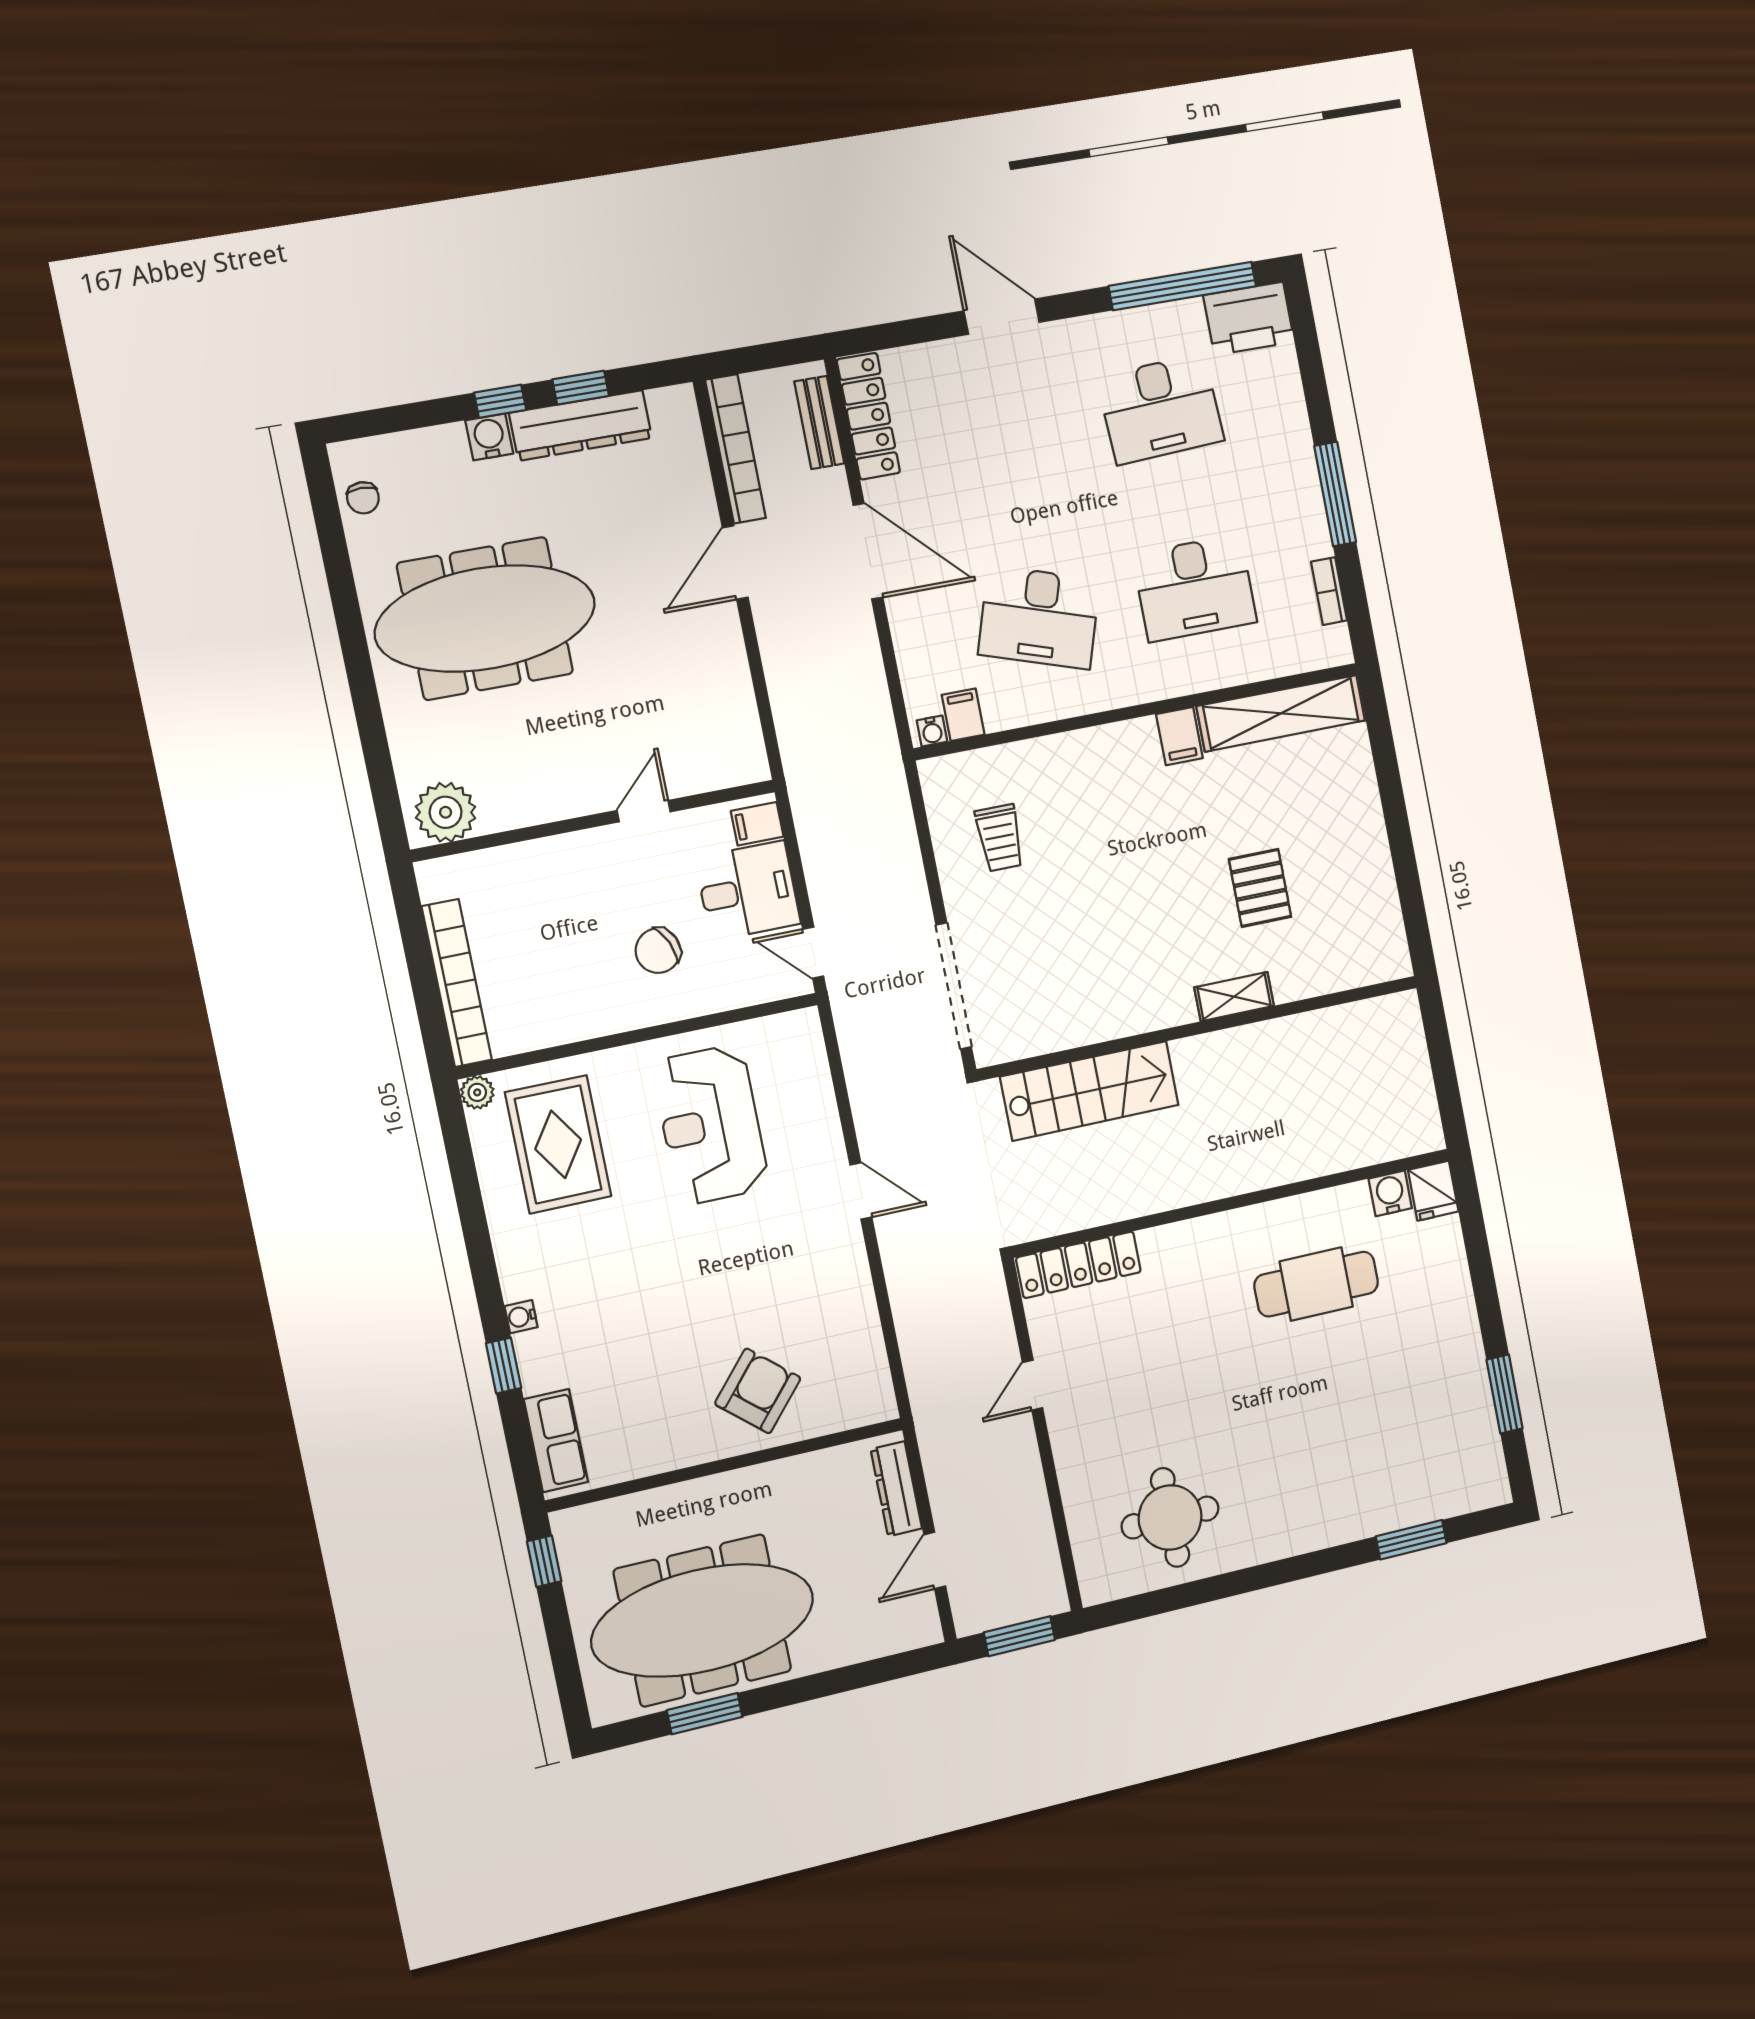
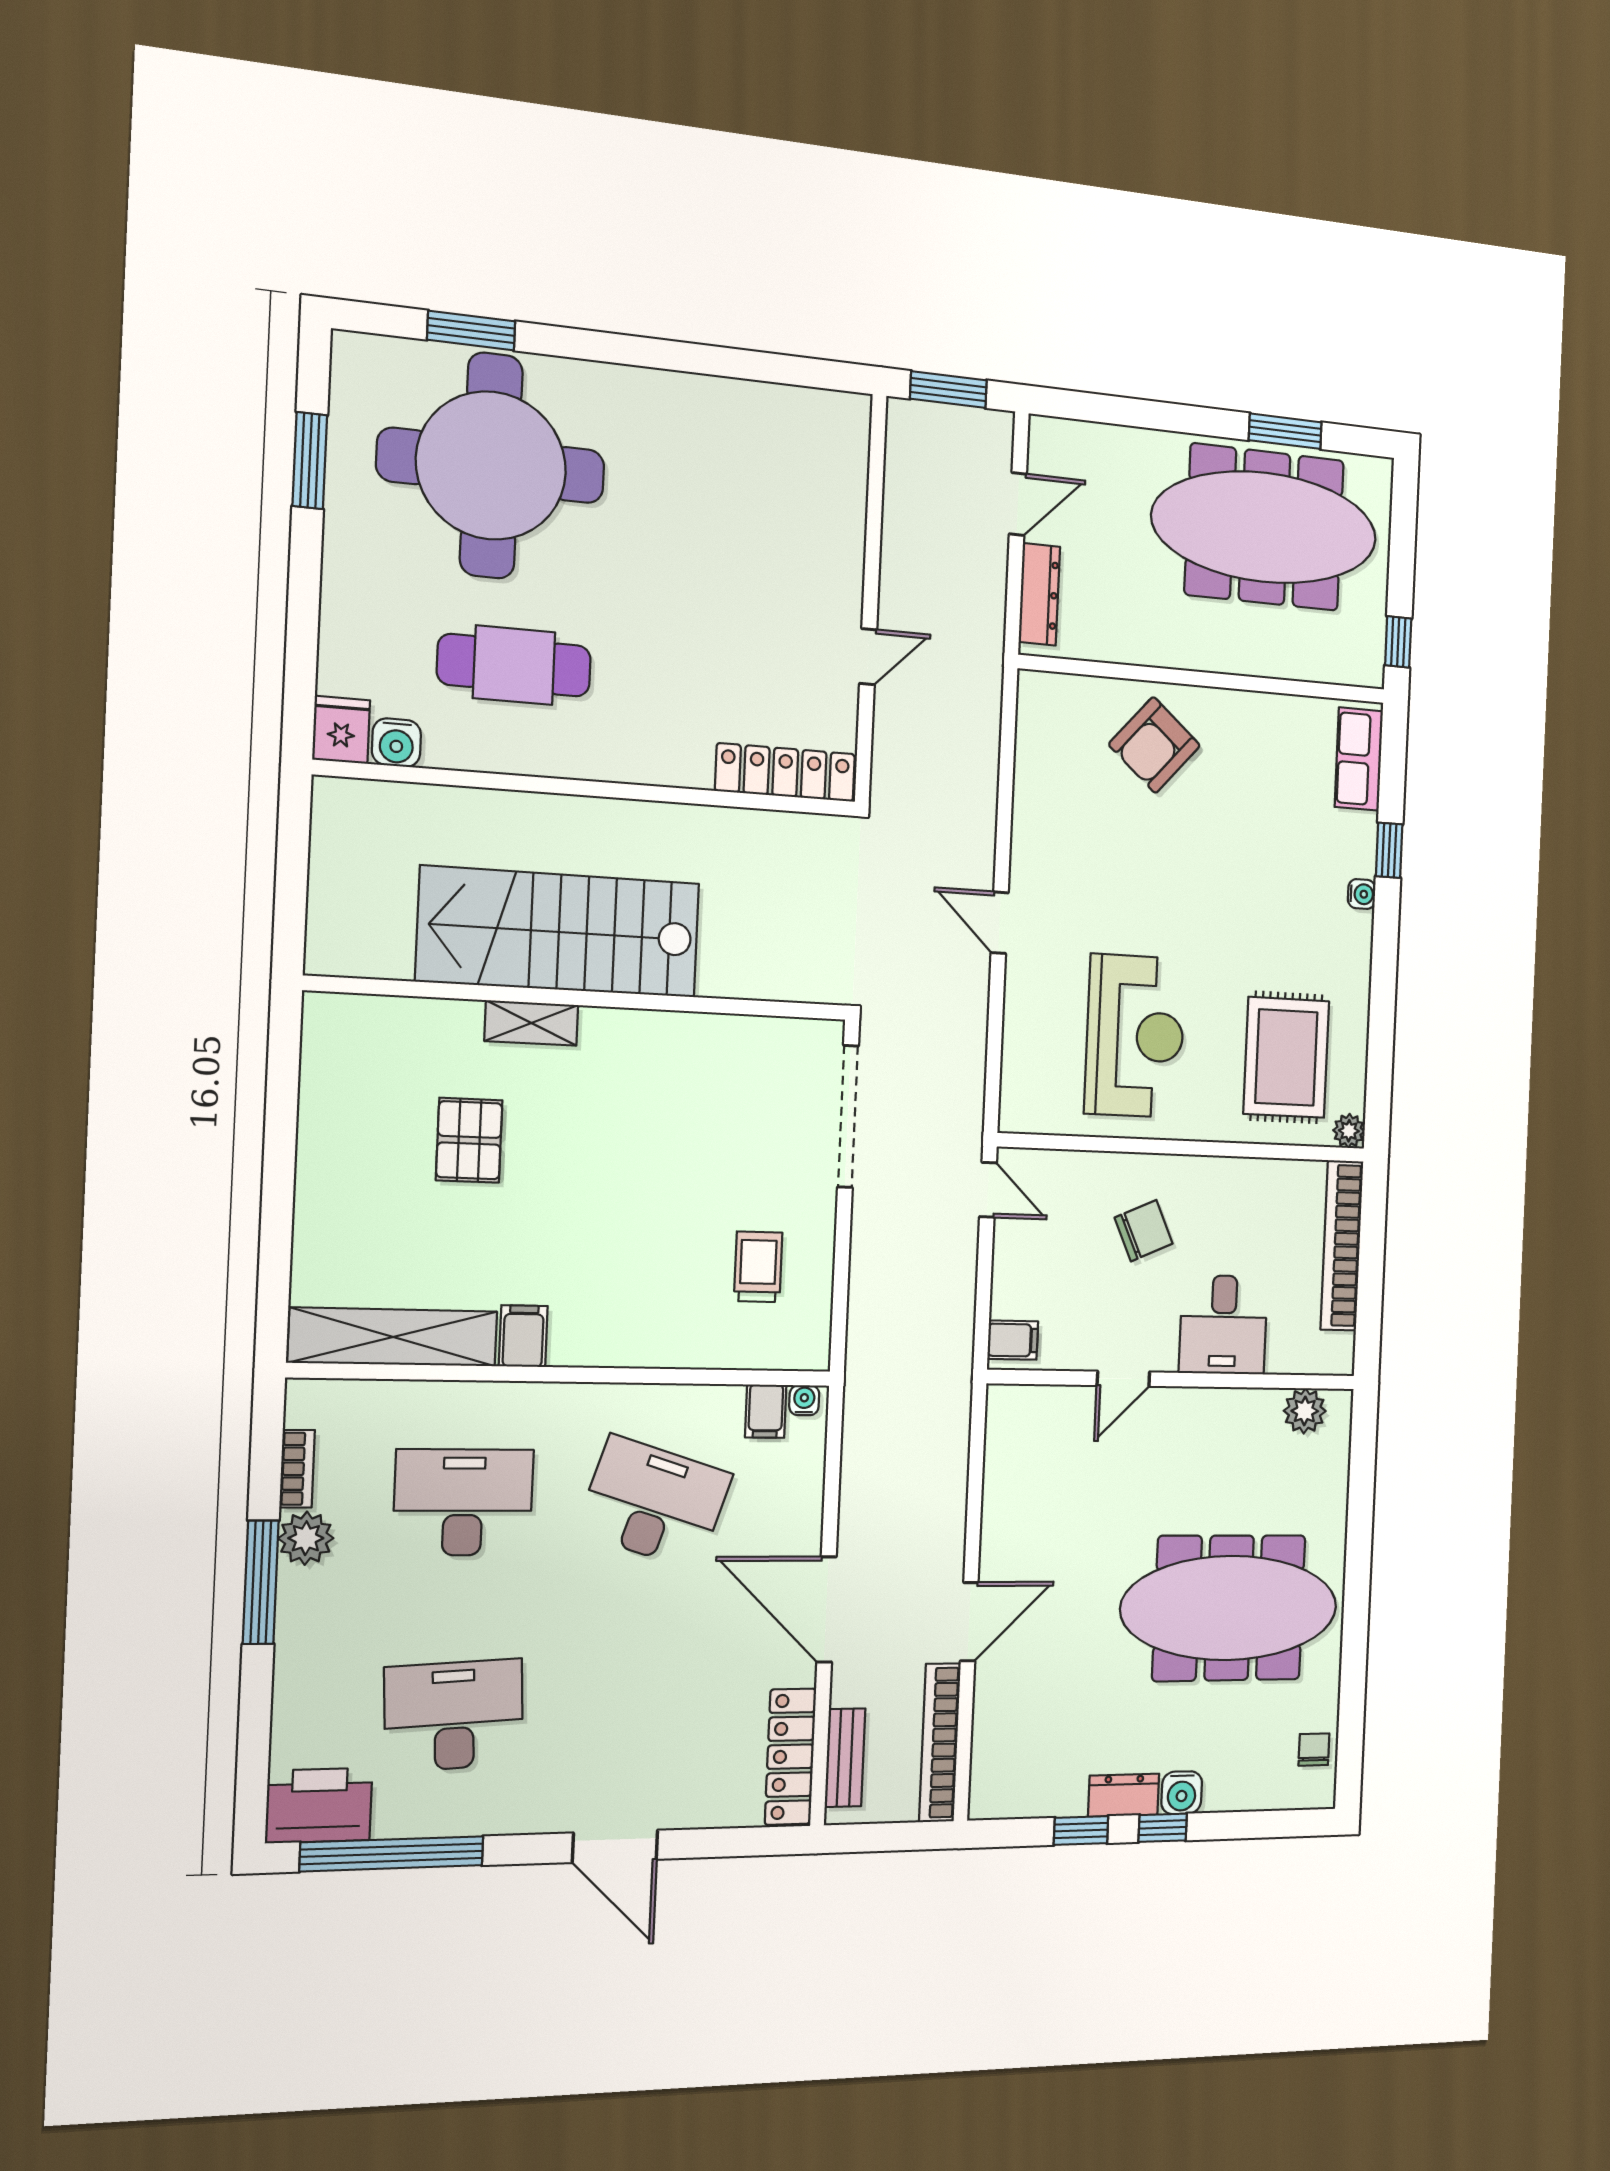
dresser: (581, 425) -> (1124, 1795), width x0.51, depth x0.80
plant: (1309, 536) -> (306, 1538), added
plant: (446, 812) -> (1305, 1411), width x0.73, depth x0.73
desk: (748, 891) -> (1223, 1325), moved, turned -90
stairs: (1090, 1091) -> (559, 932), moved, width x1.36, depth x1.51
round table: (1170, 1517) -> (491, 466), moved, width x1.86, depth x1.86

